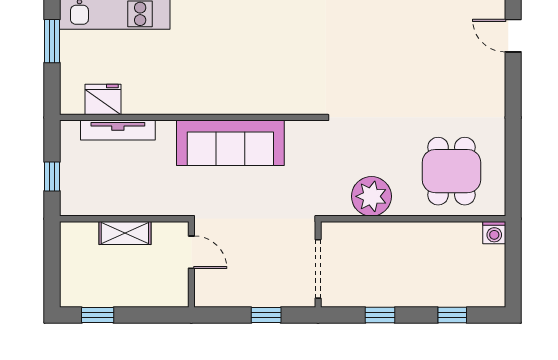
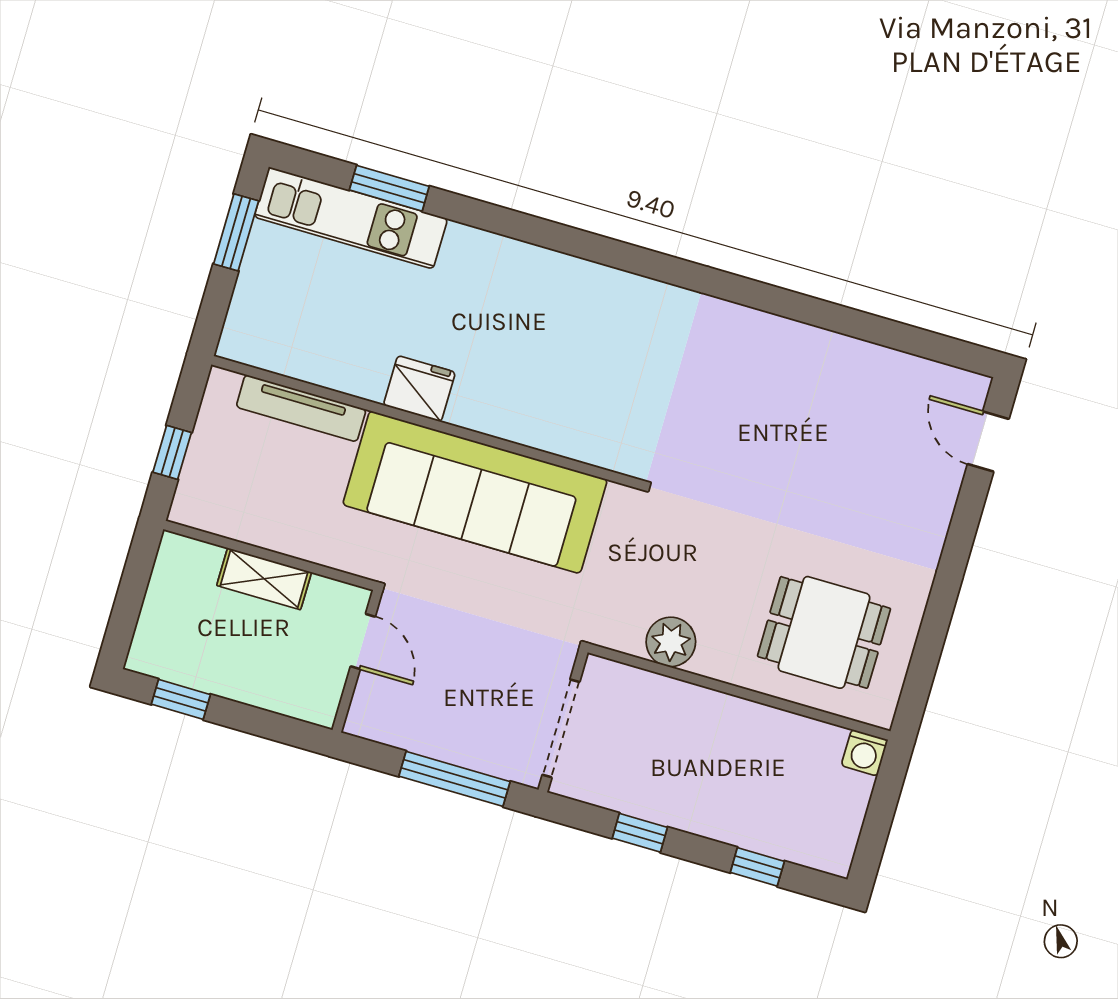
fridge: (103, 99) -> (419, 389), moved
sofa: (230, 143) -> (475, 492), width x1.36, depth x1.27
dining table: (451, 171) -> (824, 632), turned 90
plant: (371, 196) -> (671, 642), width x0.73, depth x0.73
window: (266, 315) -> (455, 779), width x2.17

